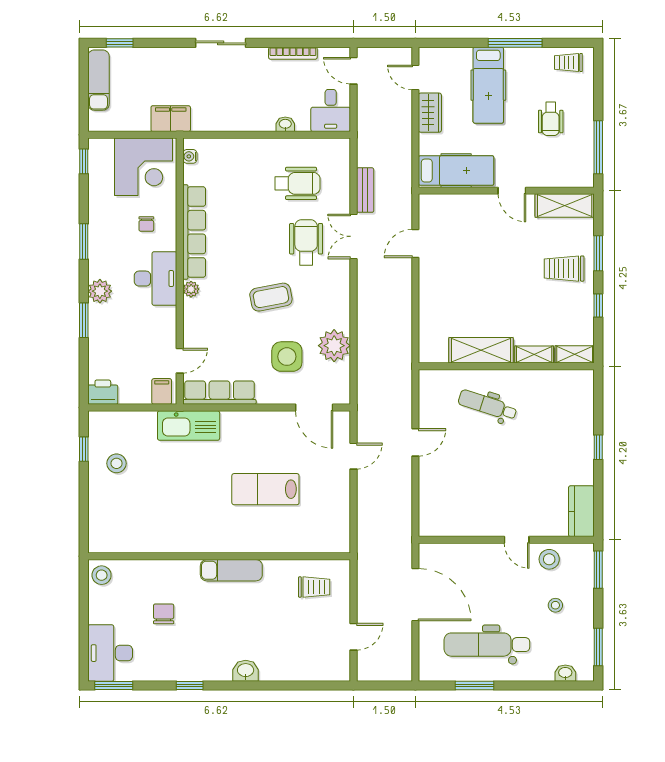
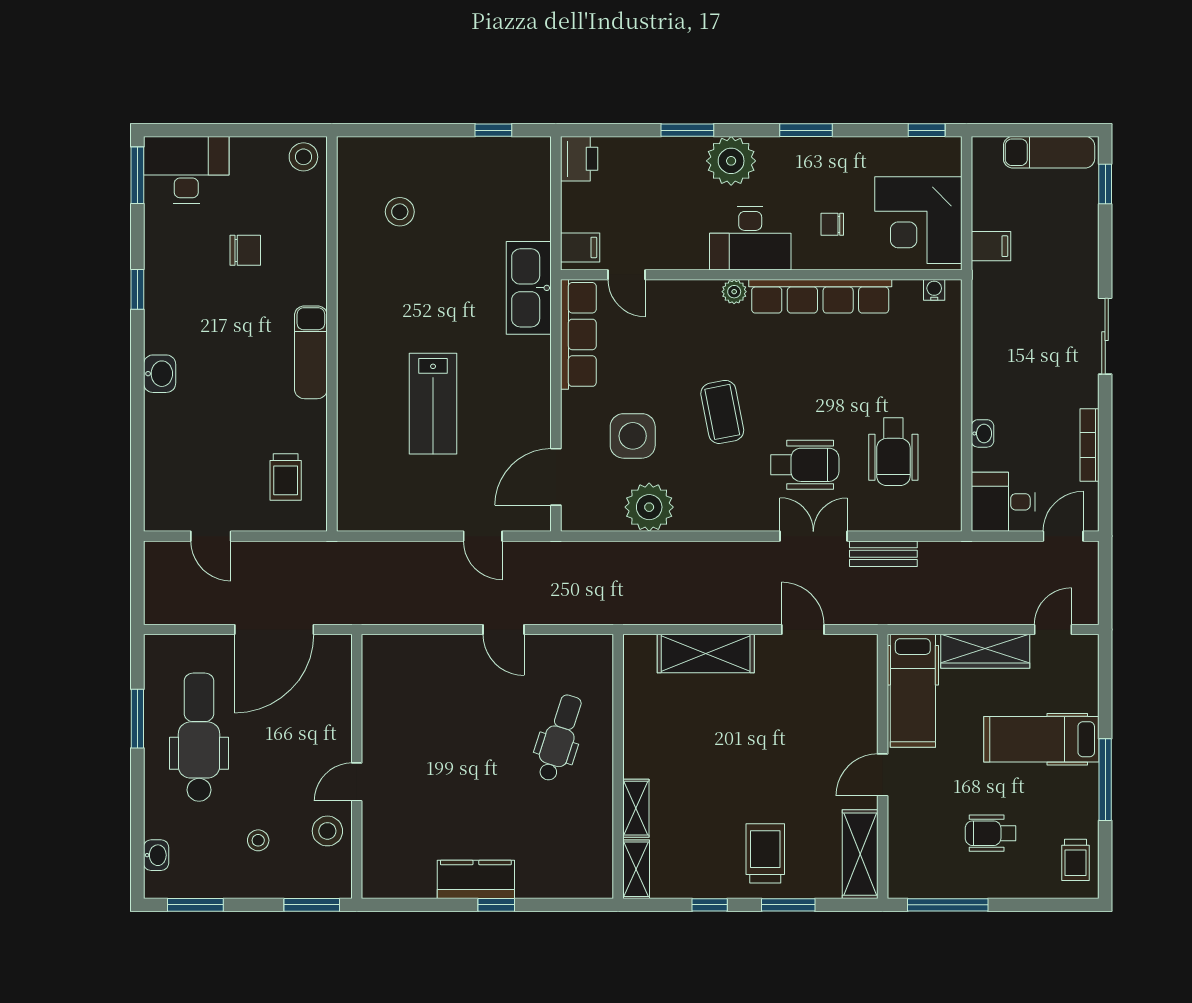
trolley: (568, 63) -> (1076, 860), turned 180
wardrobe: (430, 113) -> (985, 651), width x1.50
filing cabinet: (171, 119) -> (991, 246), width x0.50
plant: (100, 291) -> (731, 161), width x1.36, depth x1.36
shelving: (481, 350) -> (706, 653), moved, turned 90
stool: (117, 463) -> (400, 212), moved
lab bench: (265, 489) -> (433, 404), turned 180
kitchen counter: (581, 511) -> (476, 879), moved

